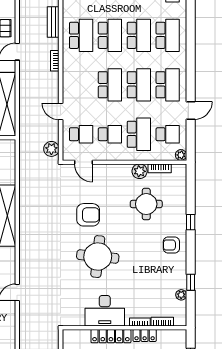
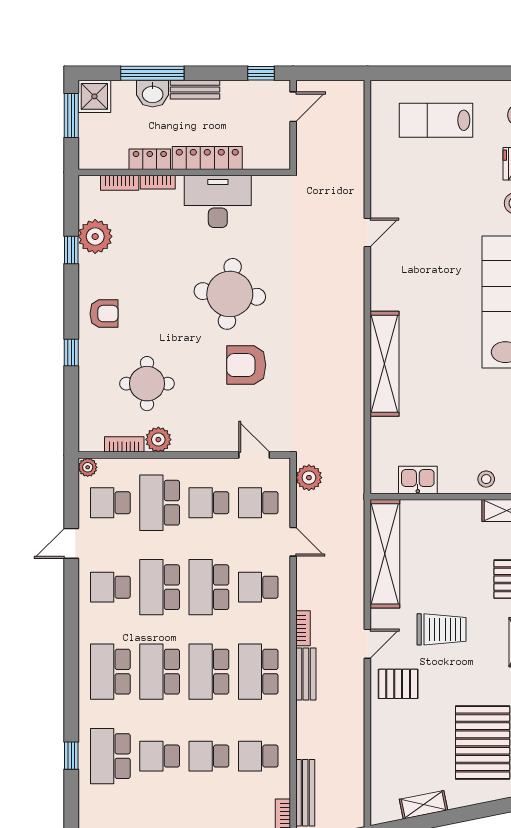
bench: (53, 22) -> (306, 674), moved
school desk: (81, 85) -> (258, 587), added
school desk: (168, 85) -> (110, 587), width x0.54
plant: (181, 295) -> (95, 236), width x1.87, depth x1.87

